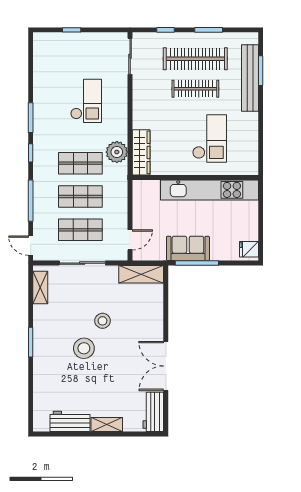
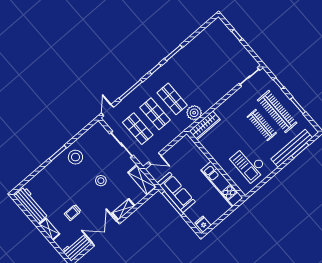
checkout: (86, 101) -> (207, 74), removed
checkout: (210, 139) -> (249, 164), moved, turned 90
kitchen unit: (209, 190) -> (222, 184), width x0.73
sofa: (188, 248) -> (176, 192), width x1.36
shelving: (40, 287) -> (123, 209), moved
stool: (84, 348) -> (75, 157), moved
trolley: (111, 383) -> (73, 213), added
workbench: (70, 421) -> (31, 205), width x1.38

